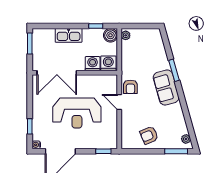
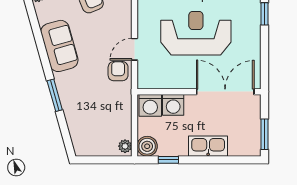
sofa: (166, 87) -> (59, 46), moved
door: (119, 102) -> (134, 49), swing flipped

